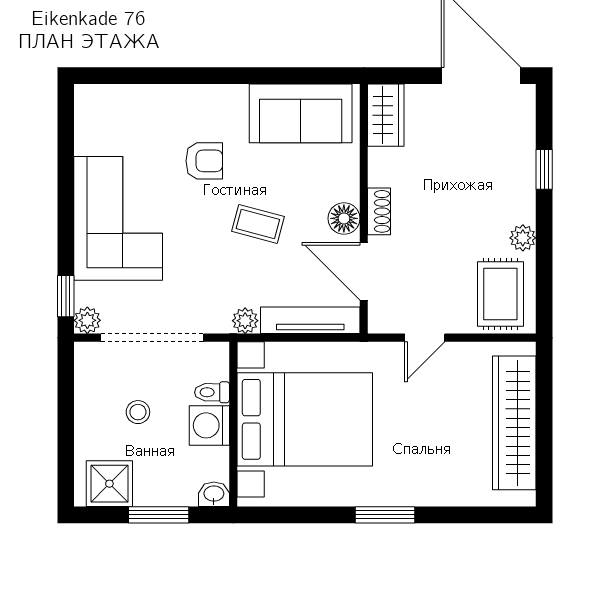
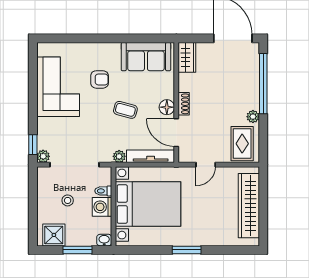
window: (544, 169) -> (263, 84), width x3.17
corner sofa: (118, 218) -> (58, 87), moved

